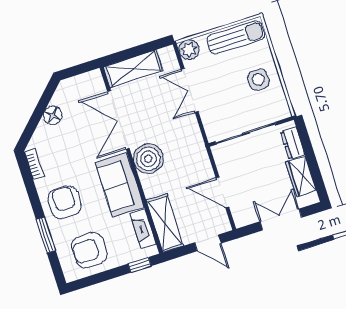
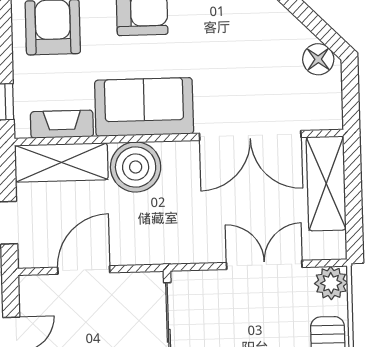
floor lamp: (53, 116) -> (318, 59), moved
double door: (118, 120) -> (250, 135), swing flipped
boiler: (148, 159) -> (136, 167), moved

